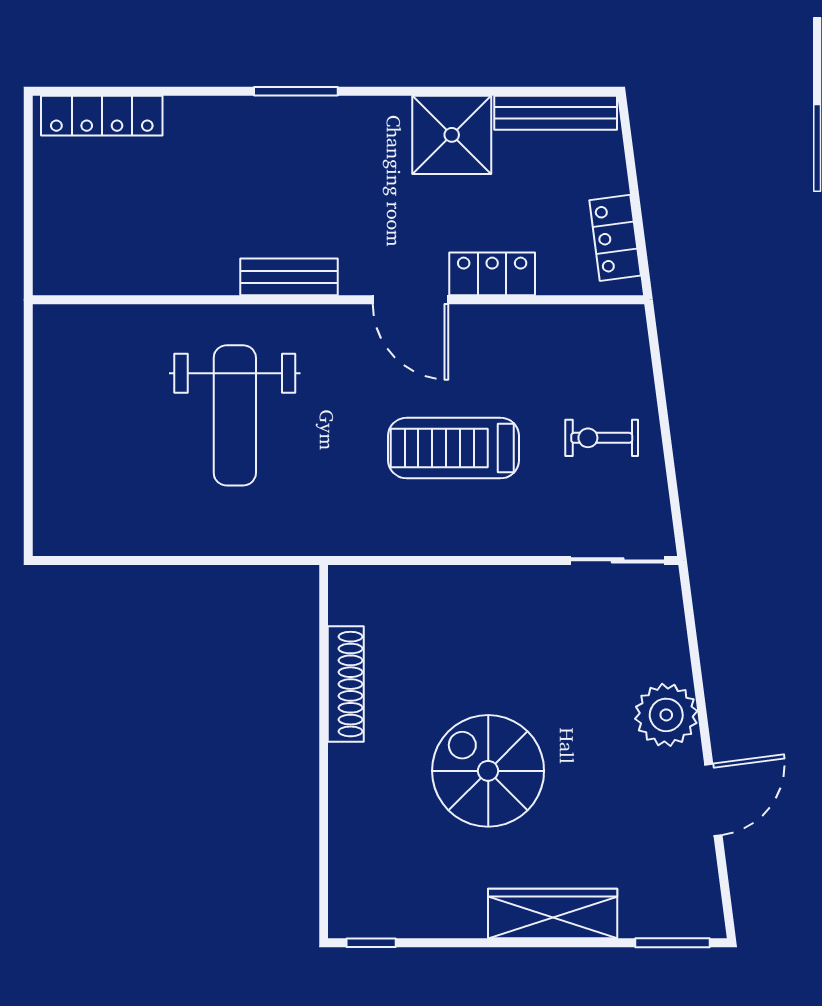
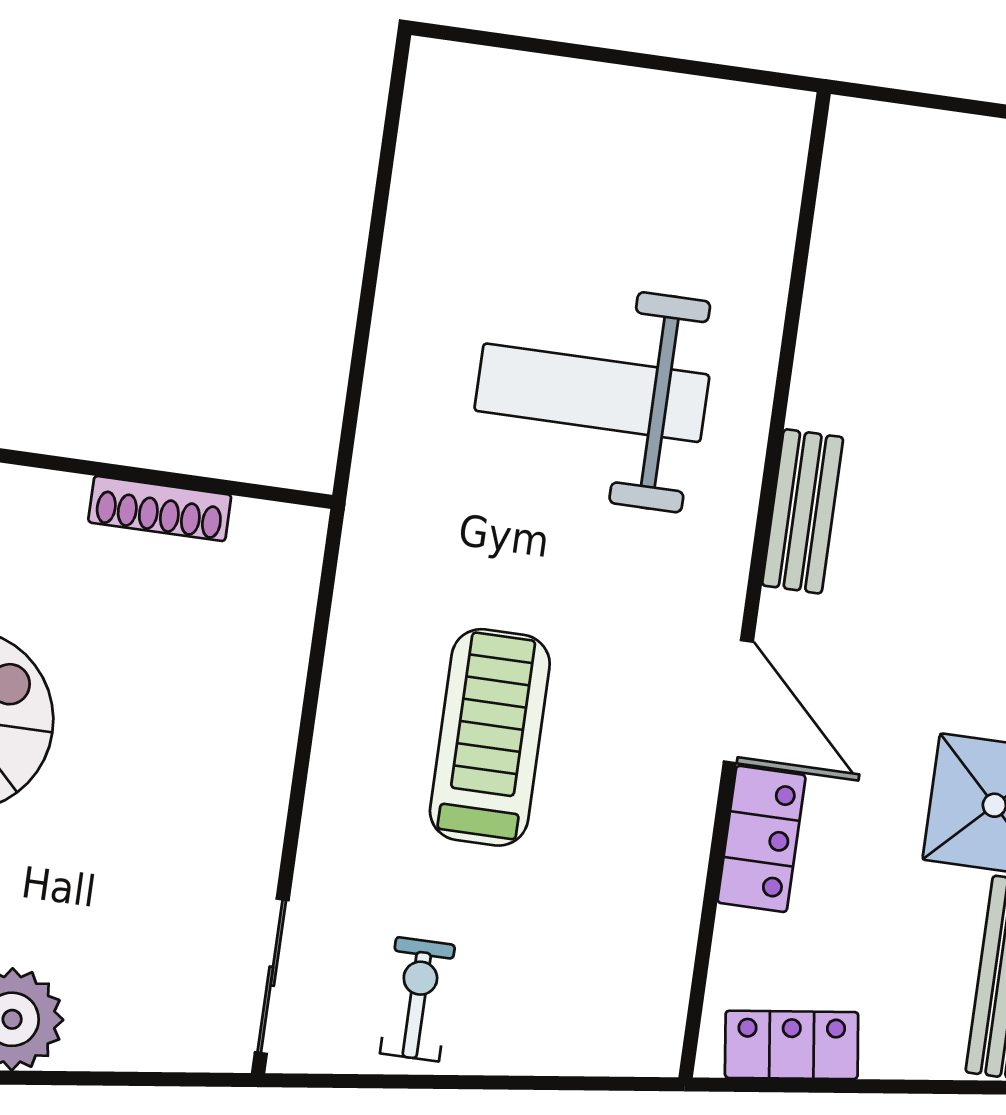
door: (411, 300) -> (738, 702), swing flipped
exercise bike: (602, 438) -> (417, 999), moved
shoe rack: (346, 684) -> (160, 509), width x0.74, depth x0.81

